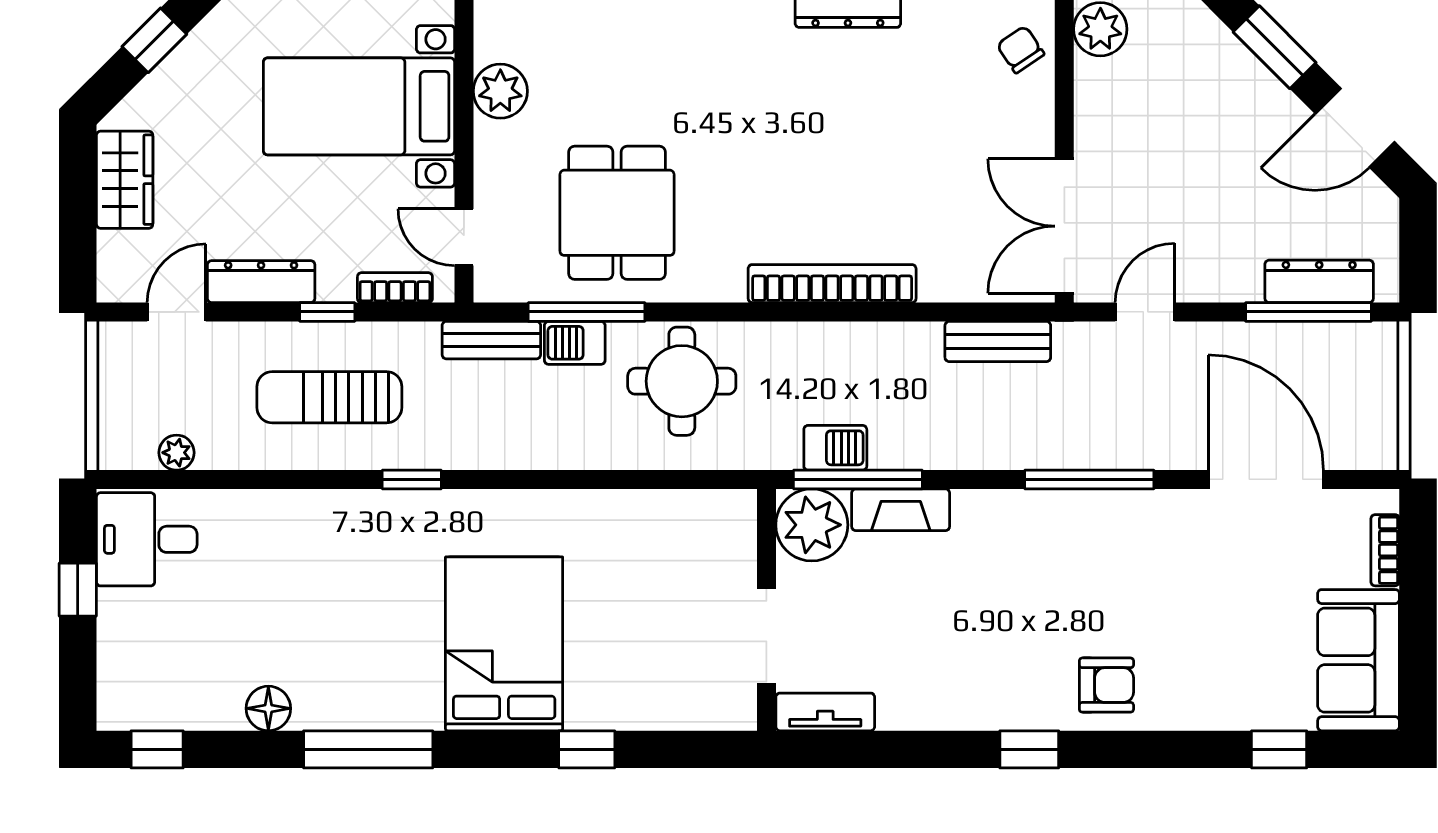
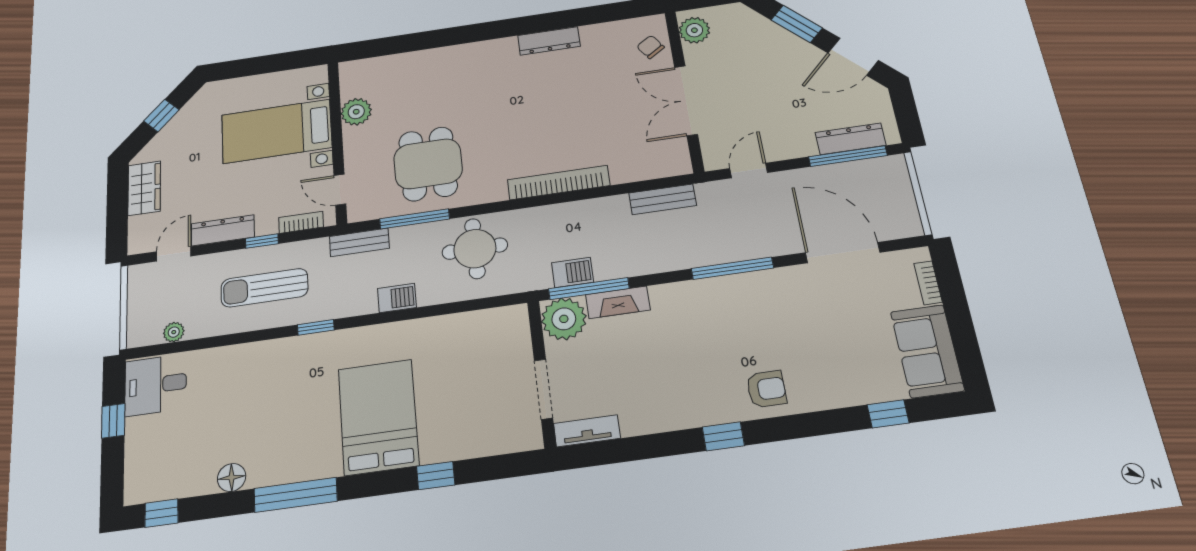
double door: (1064, 226) -> (686, 100), moved
barbecue: (575, 343) -> (397, 298), moved, turned 180

